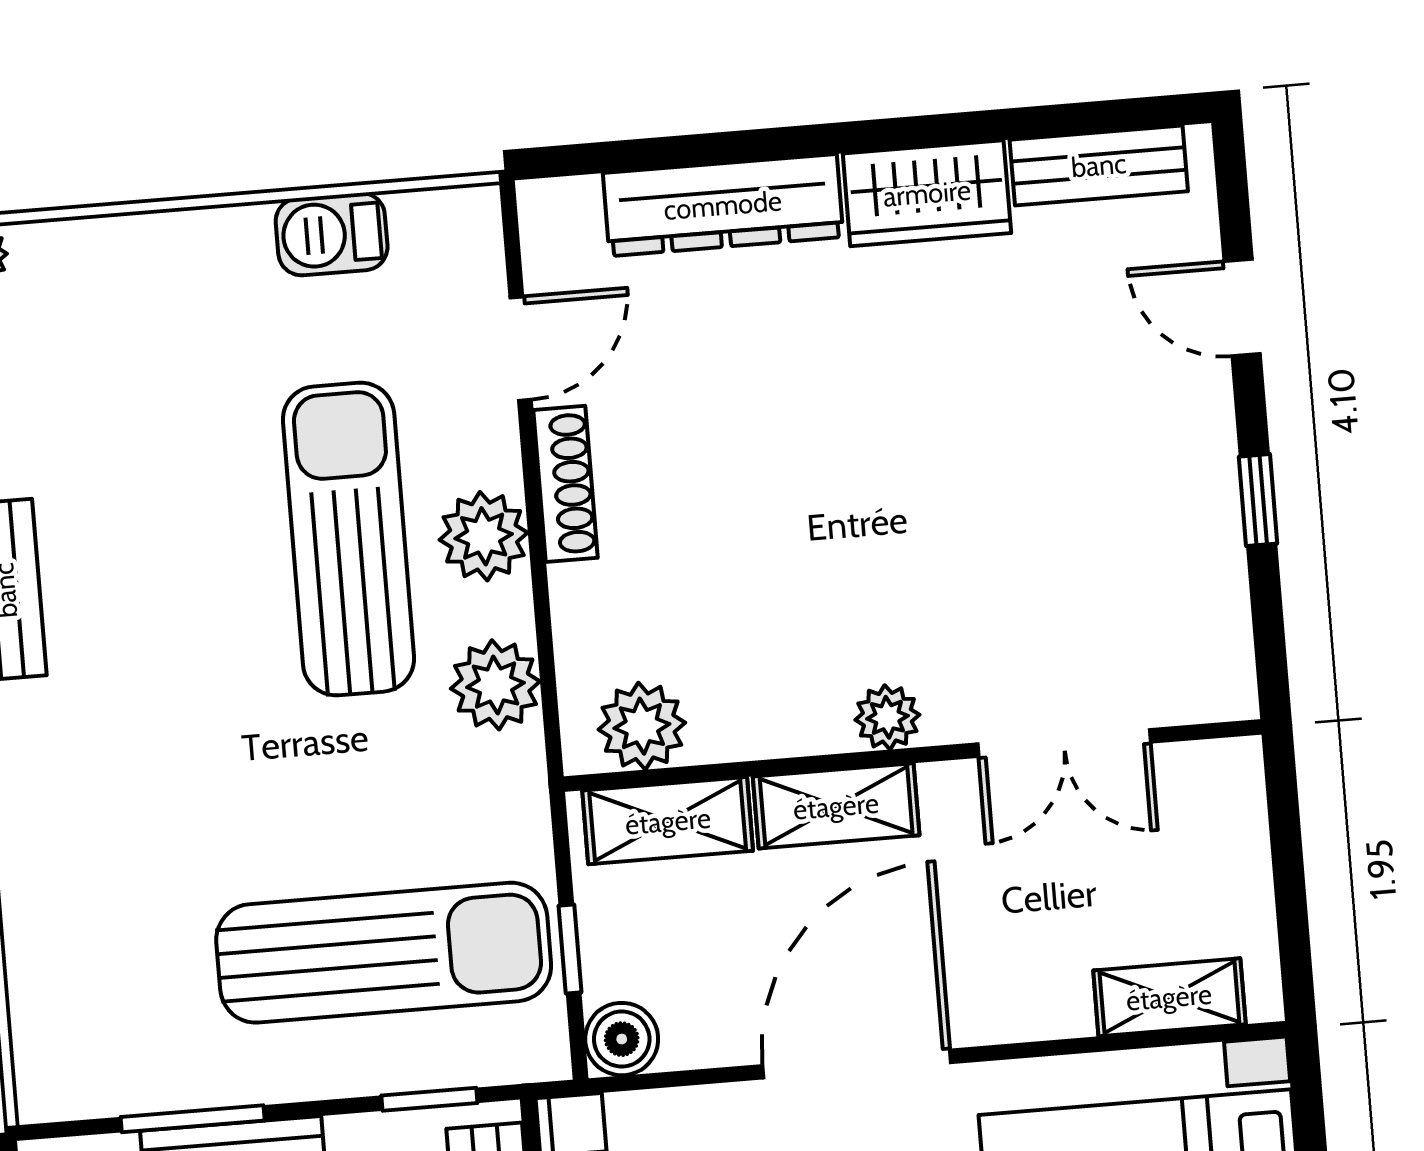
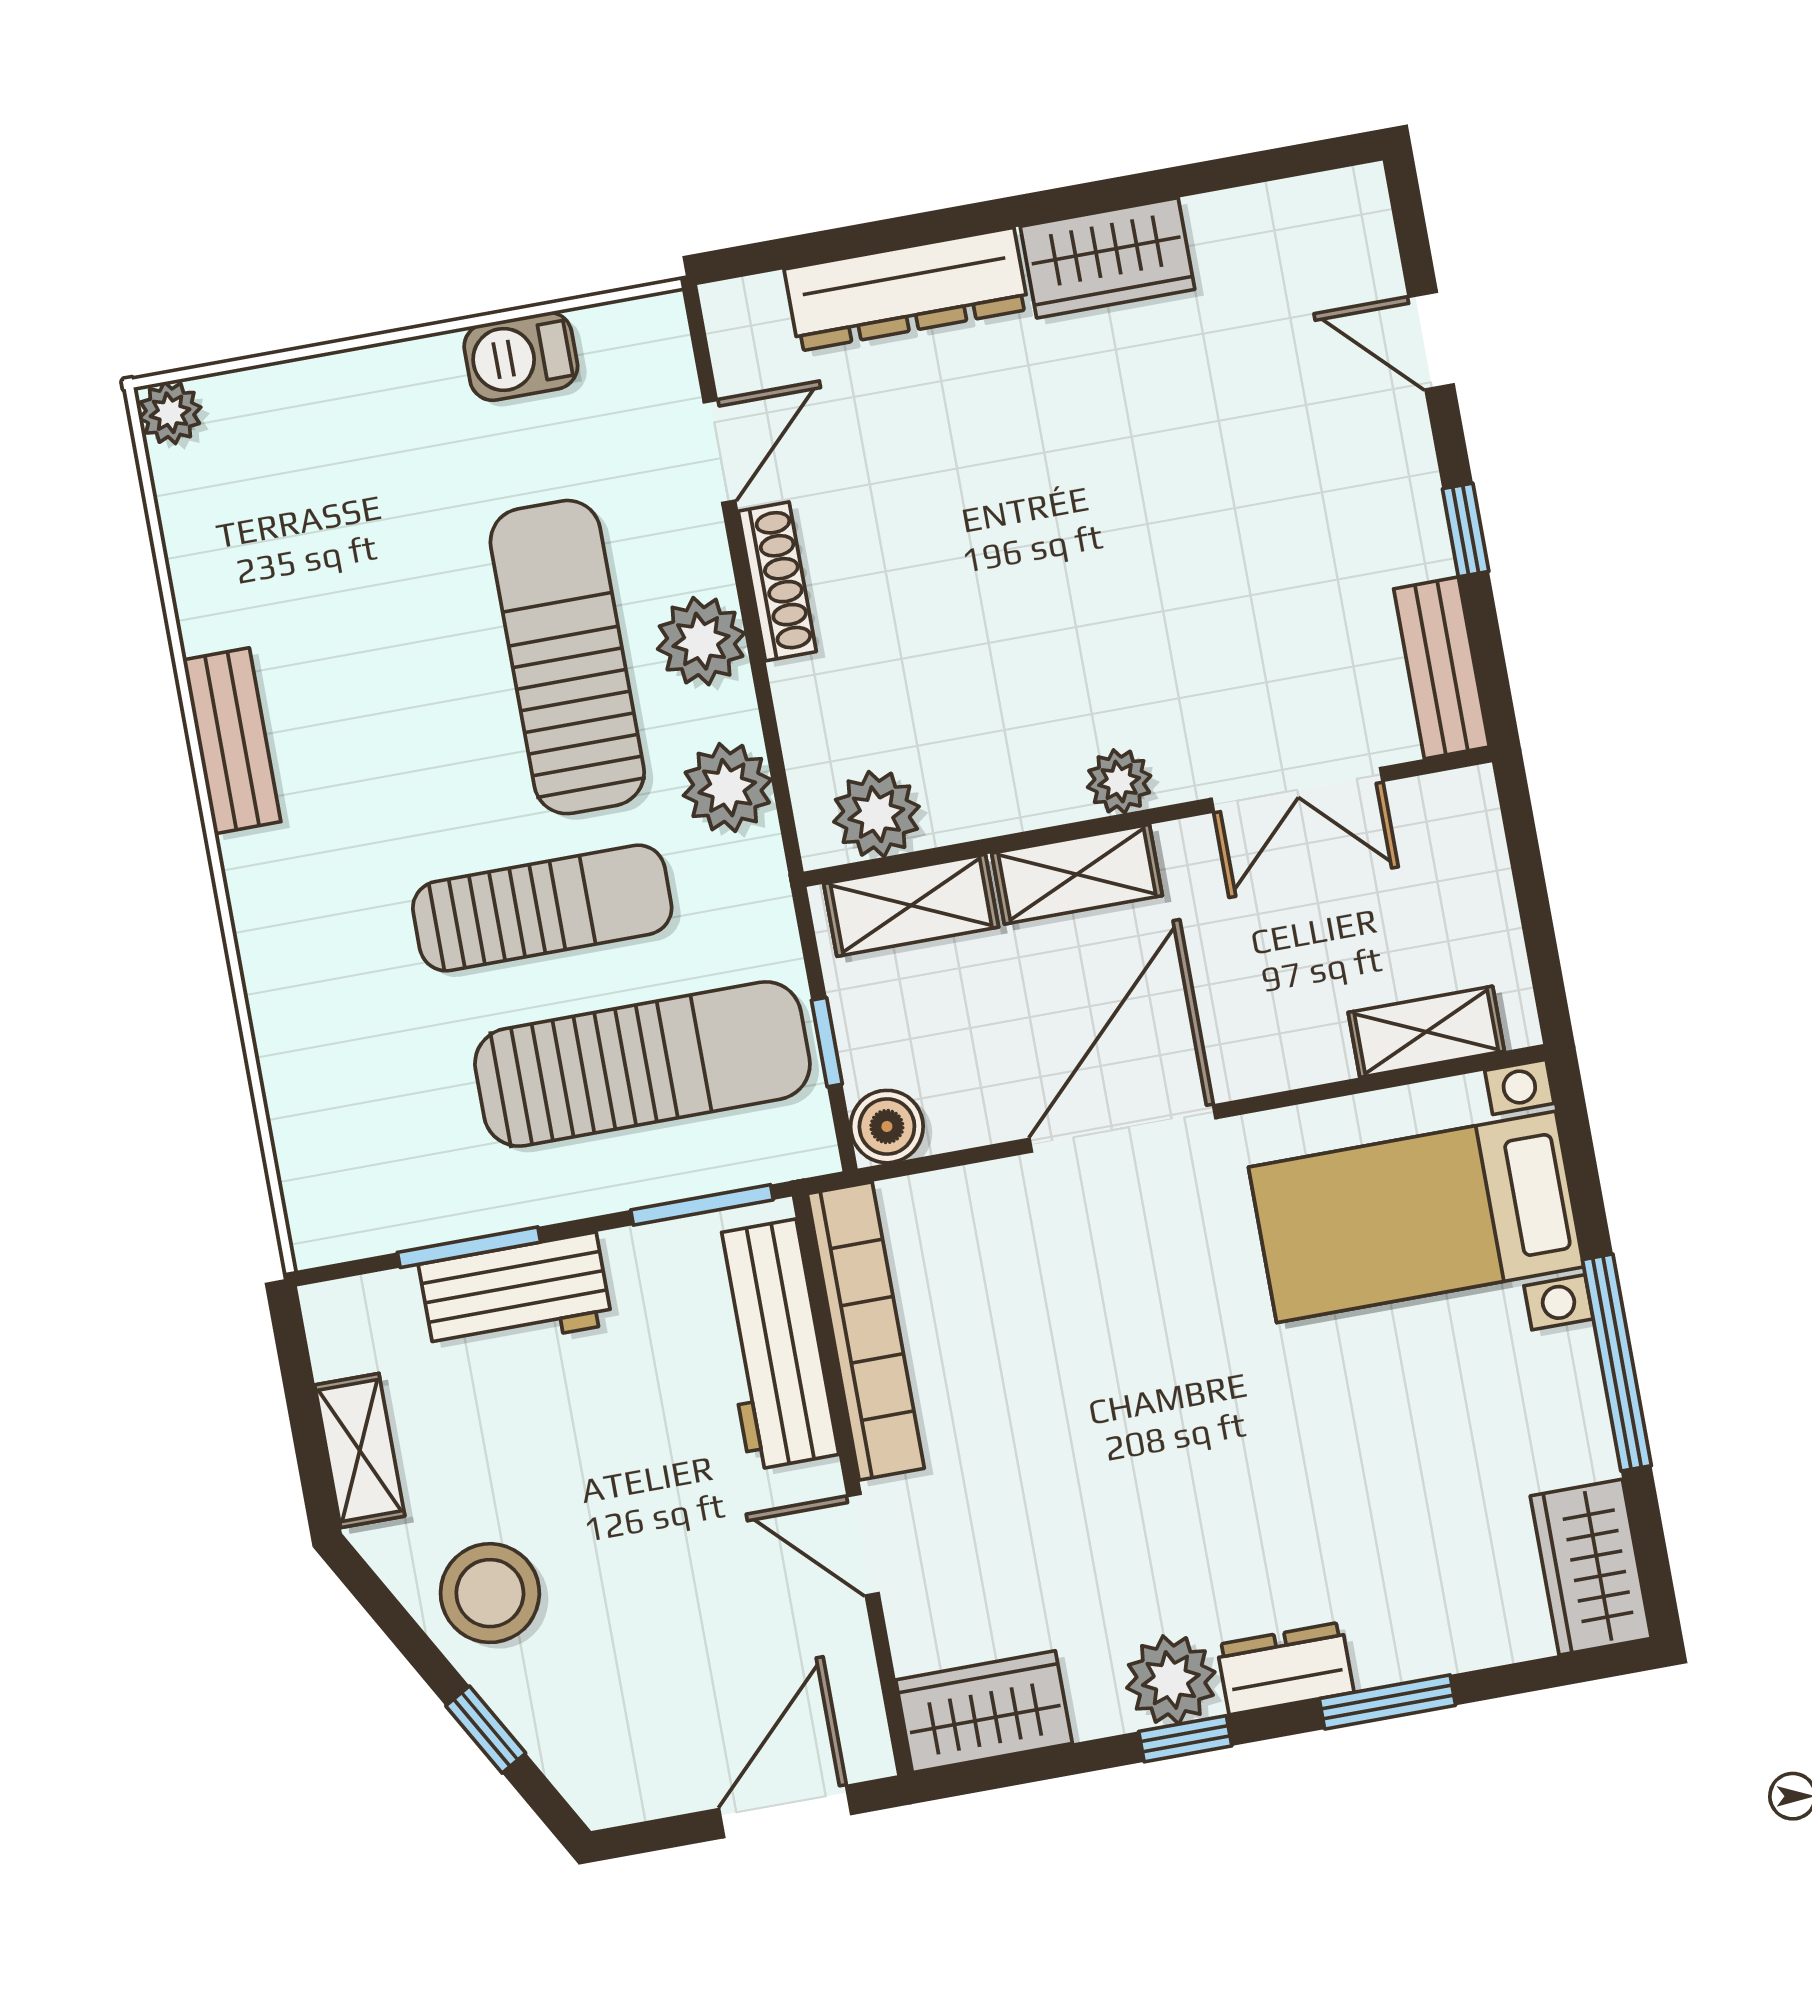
bench: (1099, 165) -> (1441, 668), moved, turned 90
sun lounger: (299, 787) -> (542, 908), added
window: (429, 1099) -> (702, 1205), width x1.50

